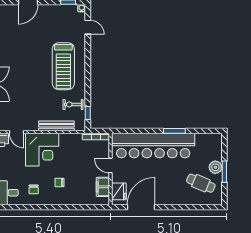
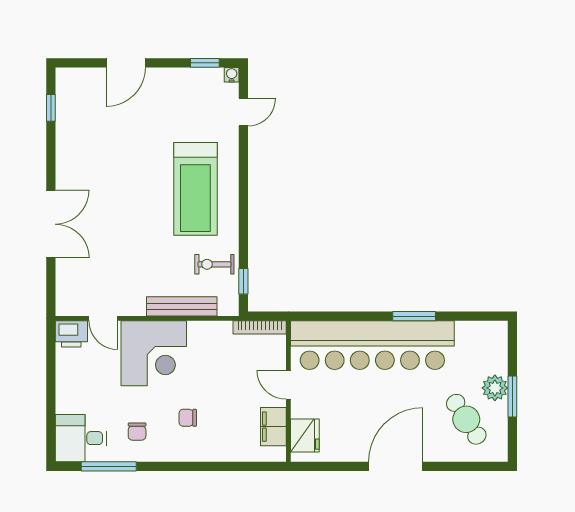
door: (88, 27) -> (243, 112), hinge flipped
cafe table: (201, 183) -> (466, 419), turned 34
window: (19, 207) -> (109, 466), added
door: (141, 207) -> (396, 466), moved

